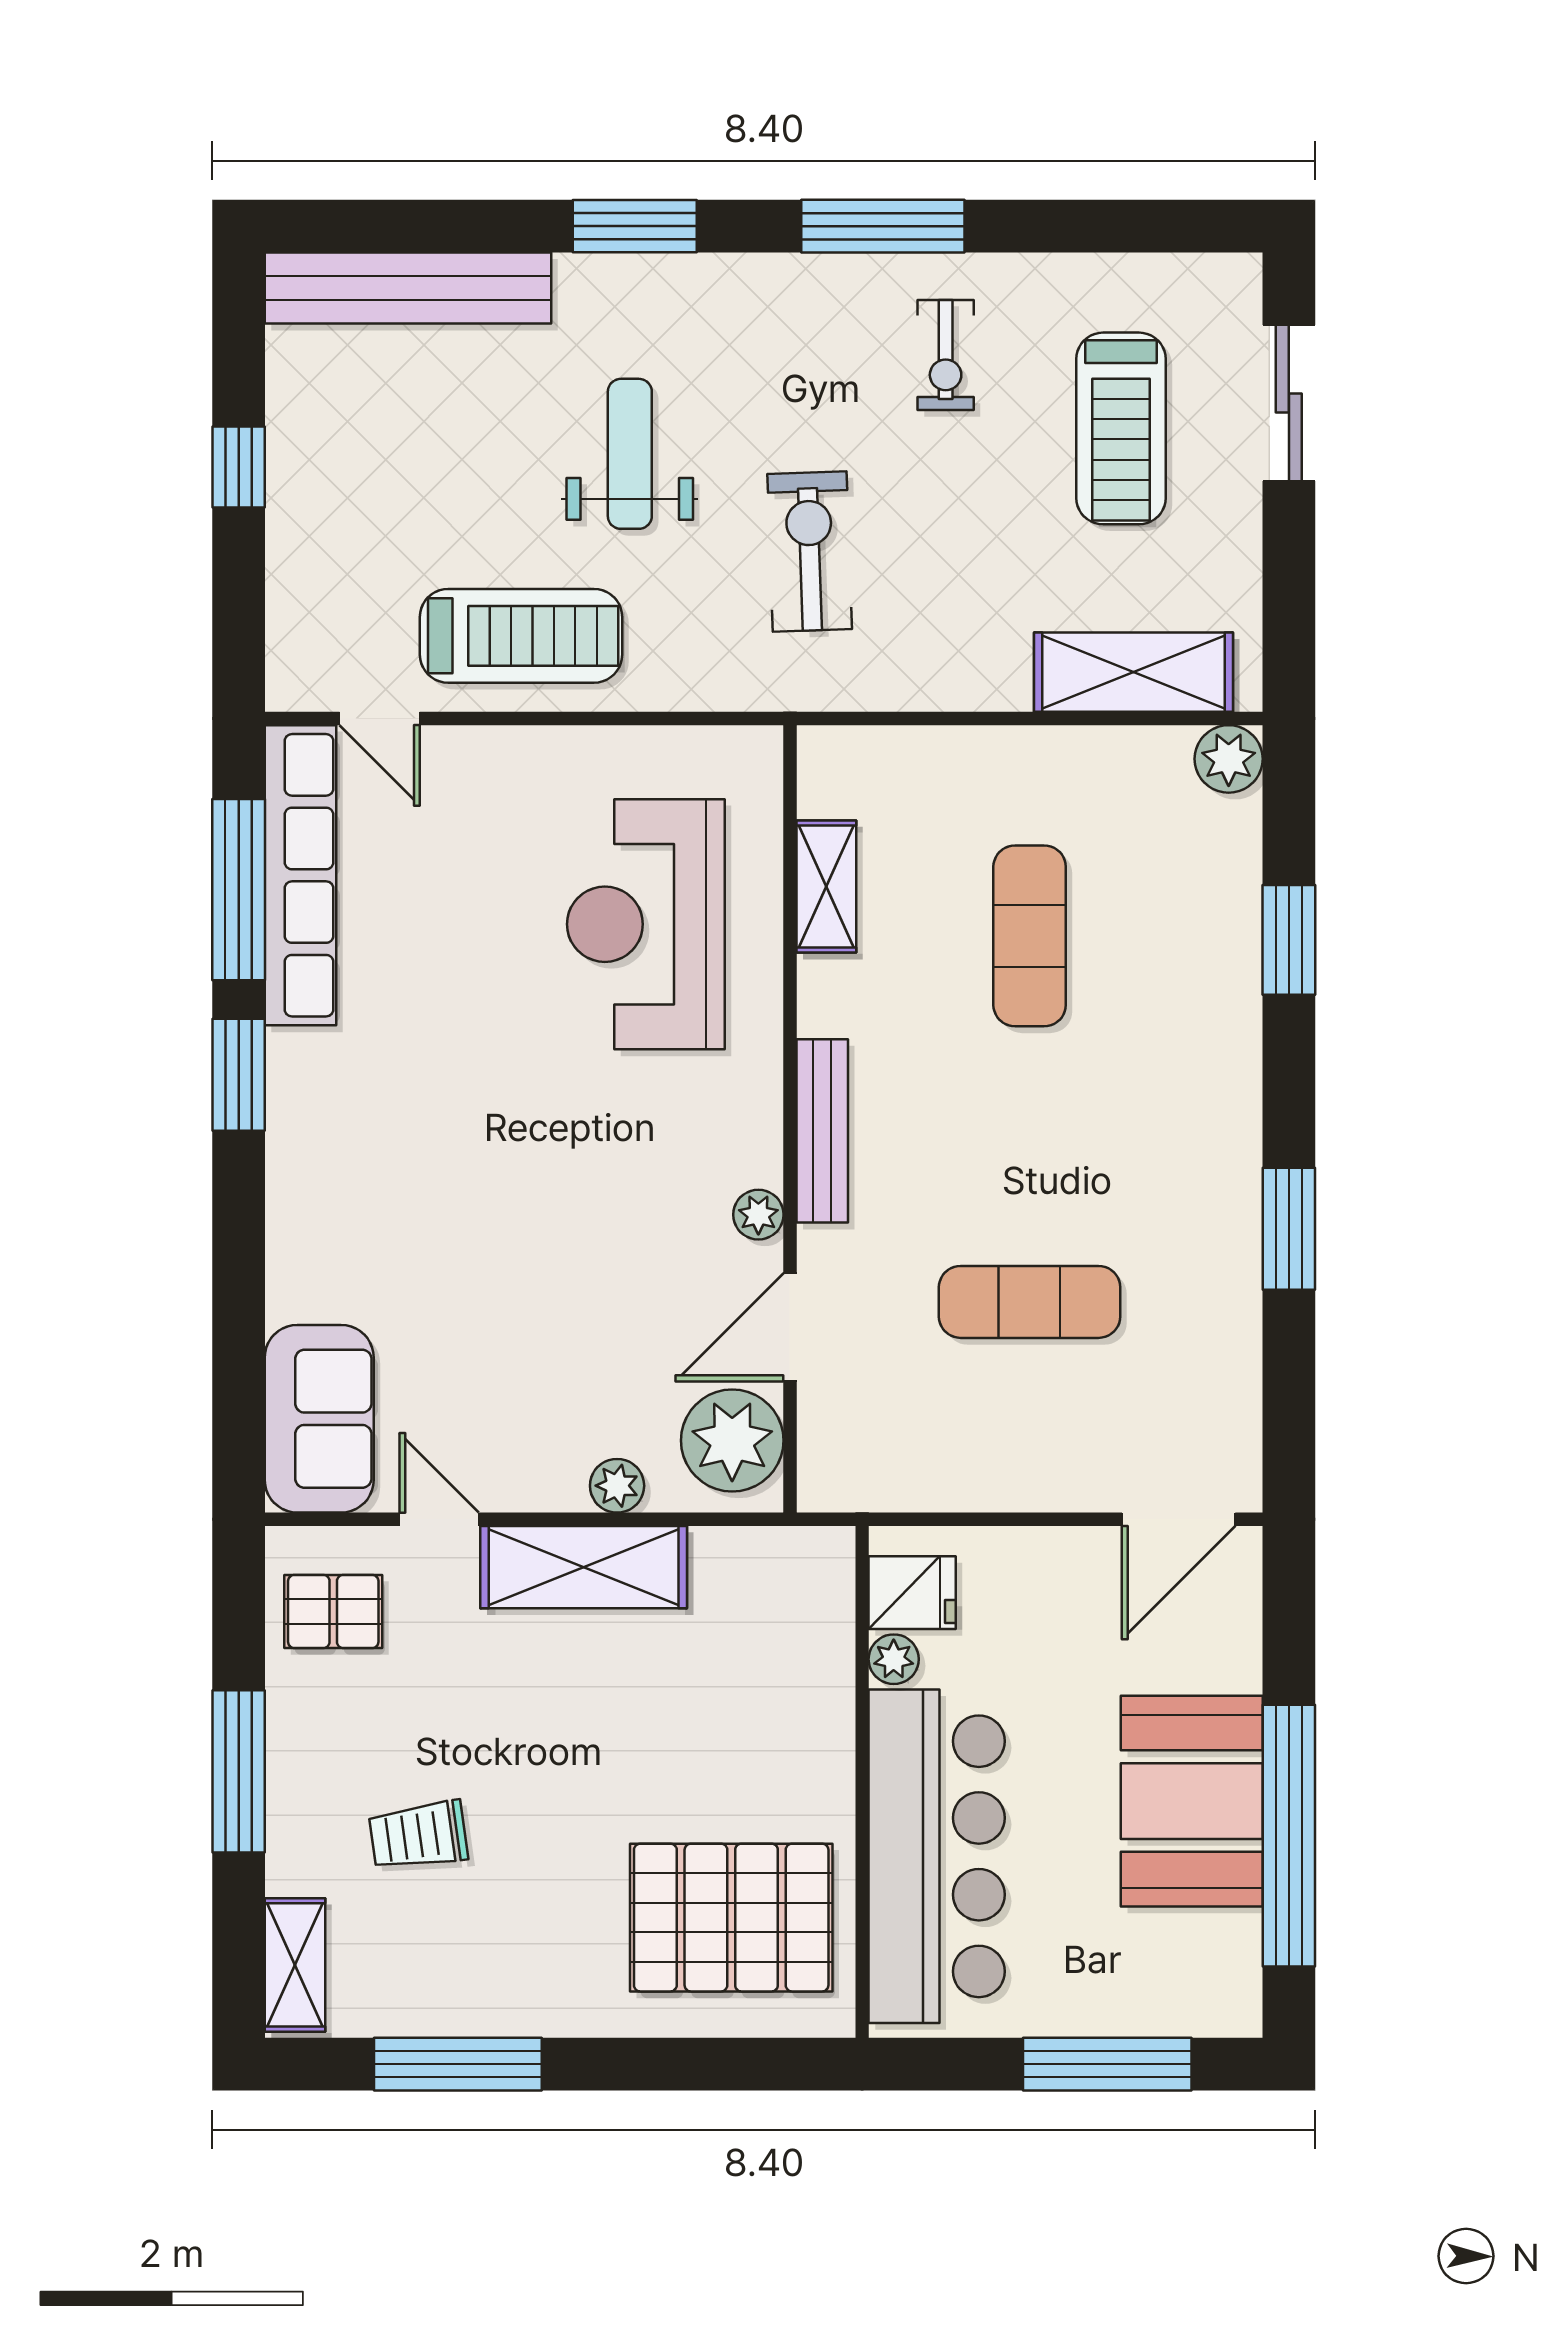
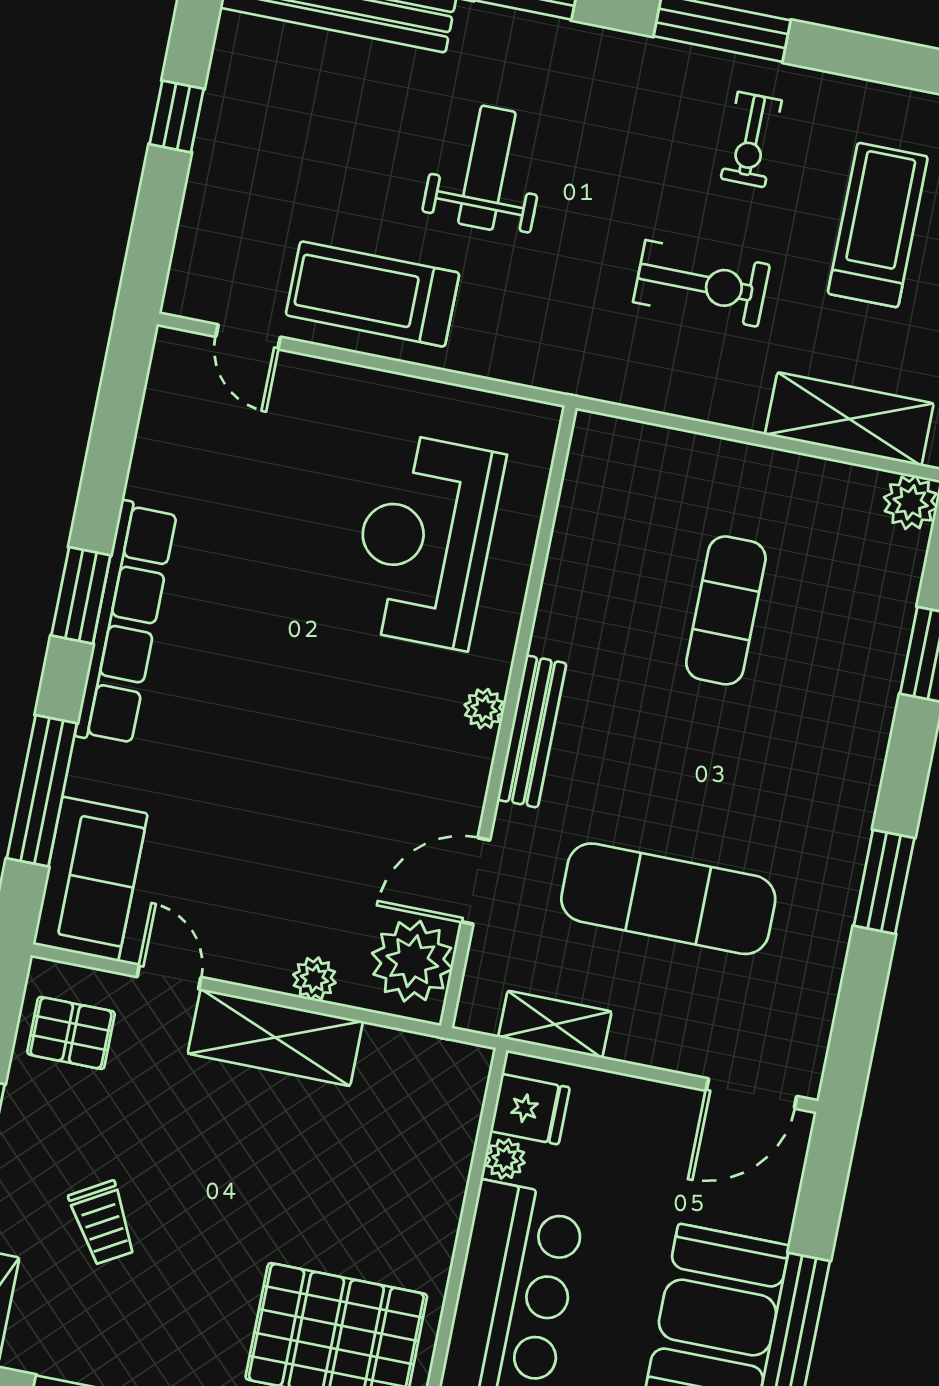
treadmill: (1121, 428) -> (878, 225), turned 180
exercise bike: (810, 551) -> (702, 283), moved, turned 92
treadmill: (521, 636) -> (373, 294), turned 180
row of seats: (300, 875) -> (126, 623), moved
shelving: (826, 887) -> (555, 1024), moved, turned 90
window: (239, 890) -> (42, 791), moved
plant: (758, 1215) -> (484, 709), moved
exercise mat: (1030, 1302) -> (668, 899), width x1.36, depth x1.45
trolley: (418, 1836) -> (103, 1223), turned -112

